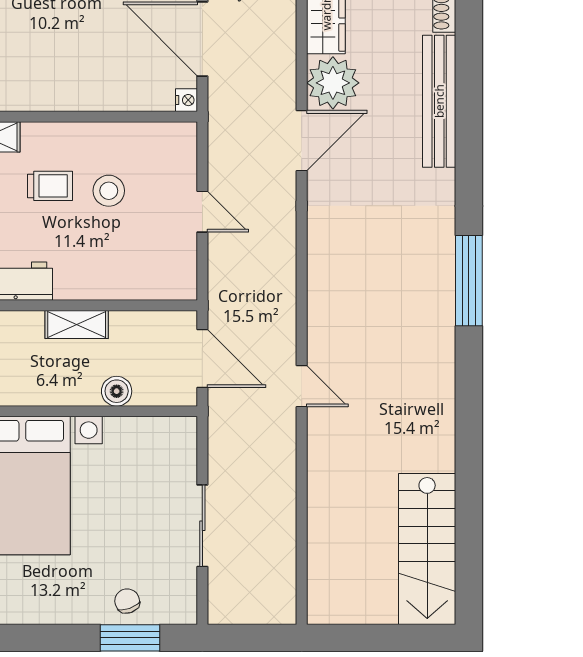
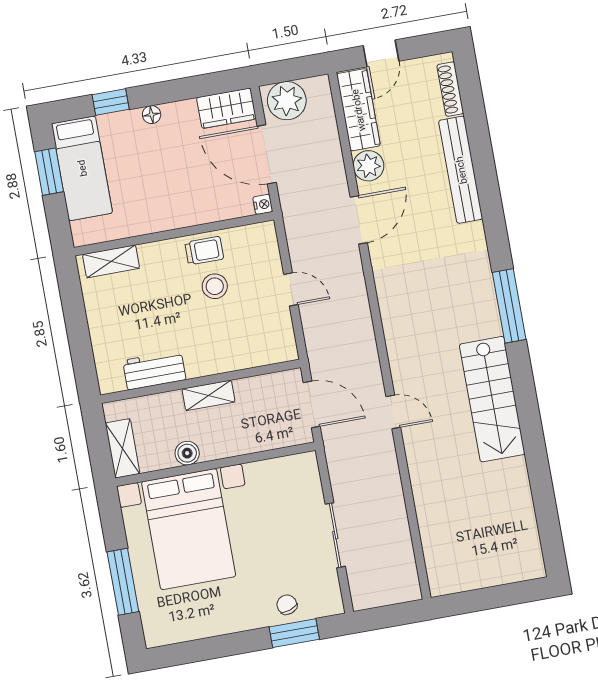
plant: (333, 83) -> (368, 166), width x0.73, depth x0.73
trolley: (50, 186) -> (204, 251), moved
boiler: (117, 391) -> (187, 453), moved
stairs: (427, 549) -> (492, 399), moved

